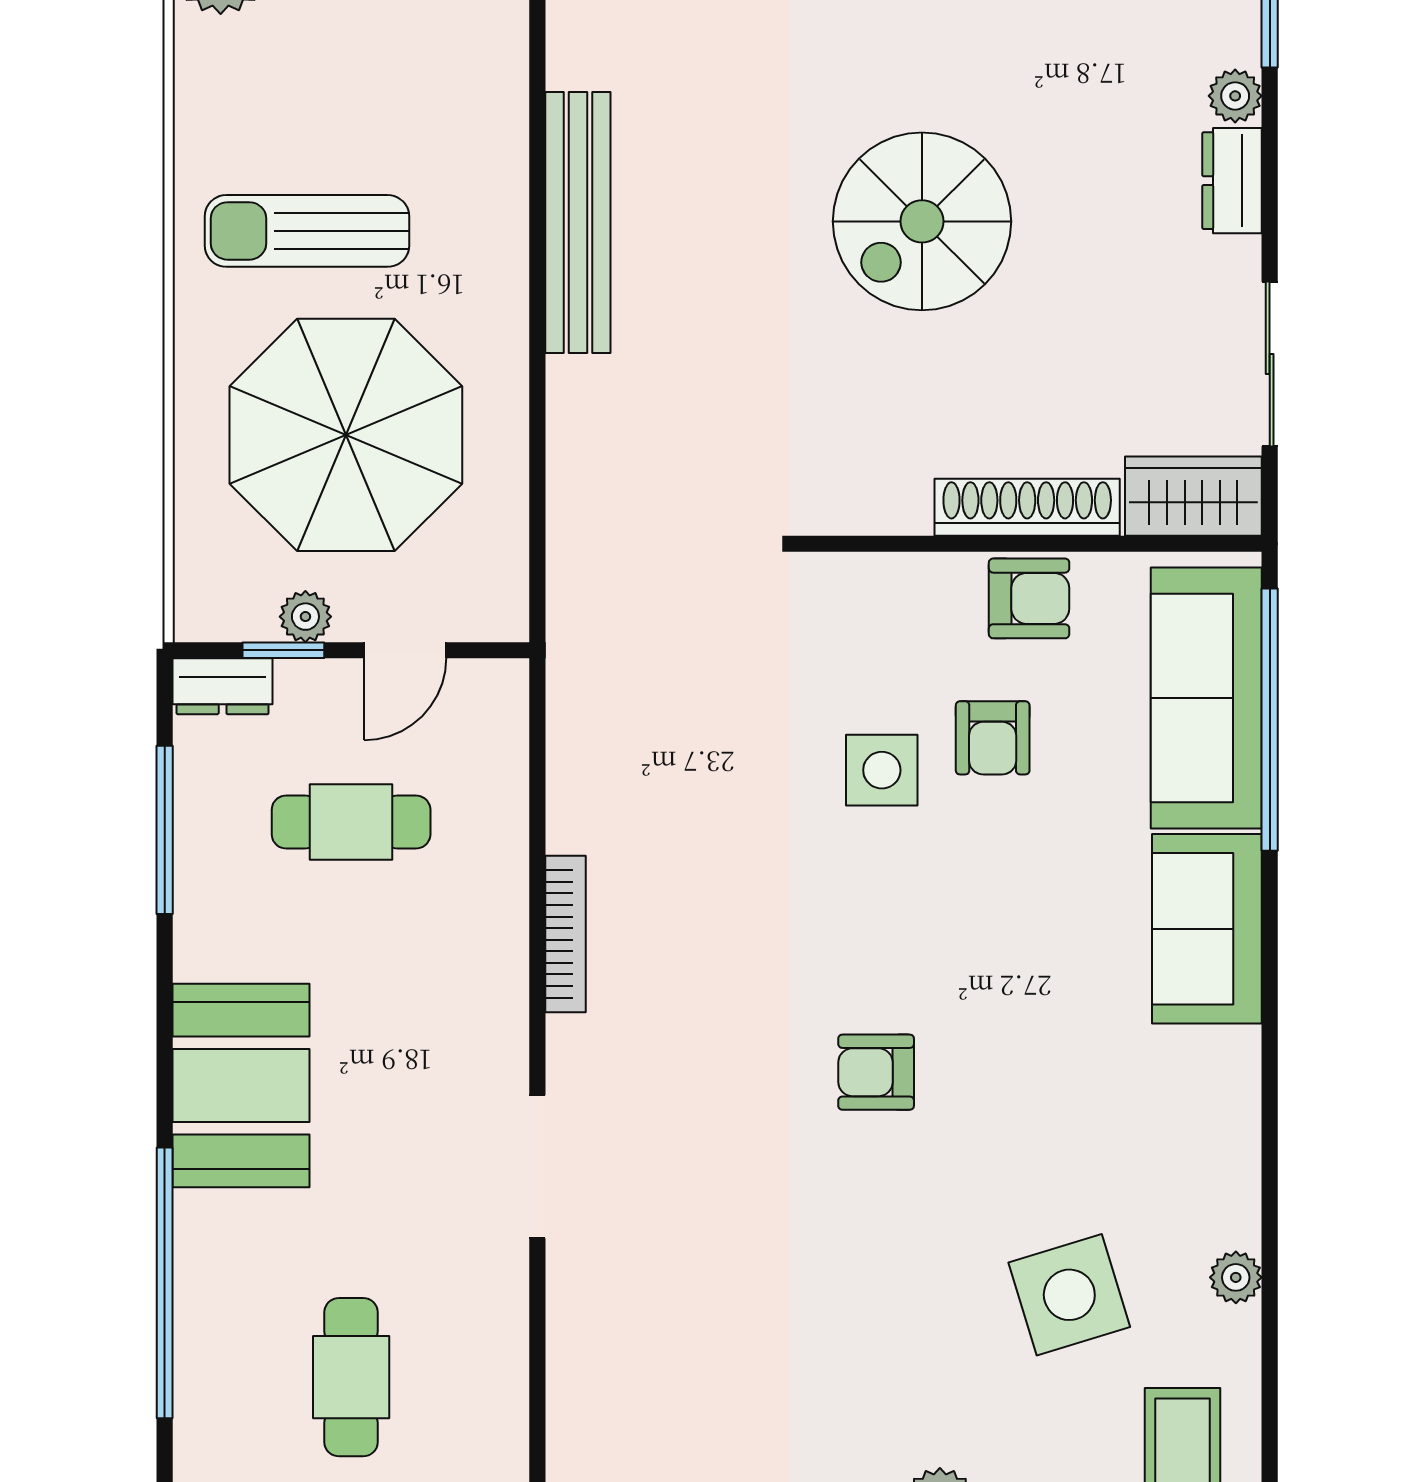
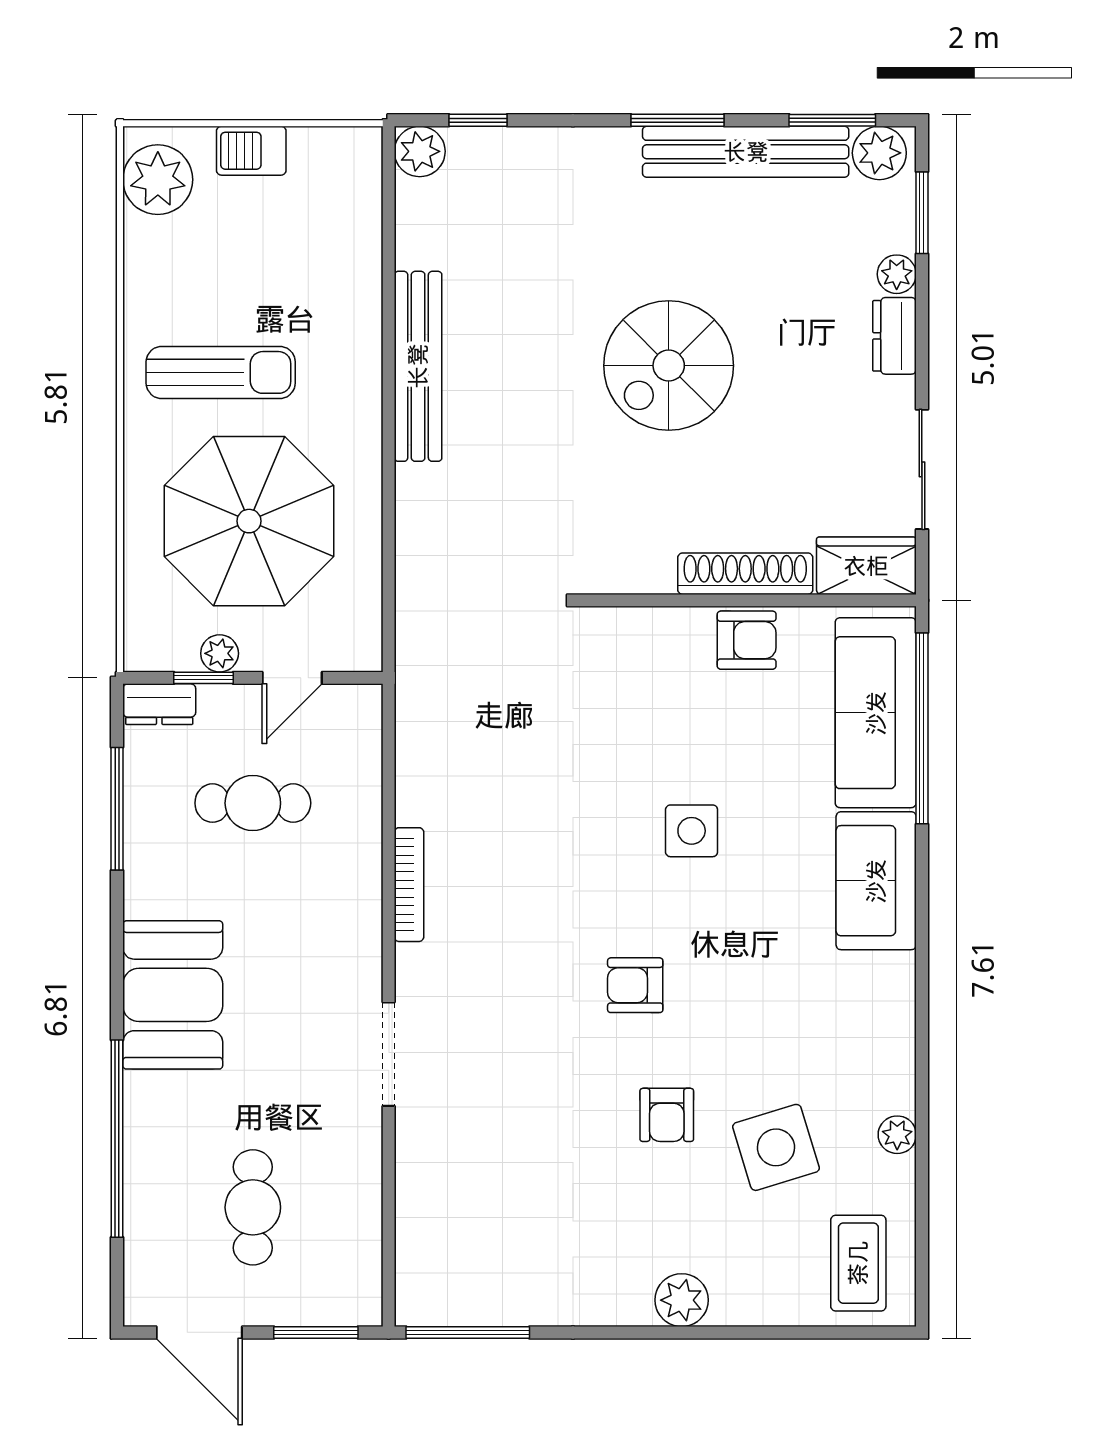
sun lounger: (307, 231) -> (221, 372), turned 180
armchair: (993, 738) -> (667, 1115), moved
side table: (882, 770) -> (692, 831), moved

